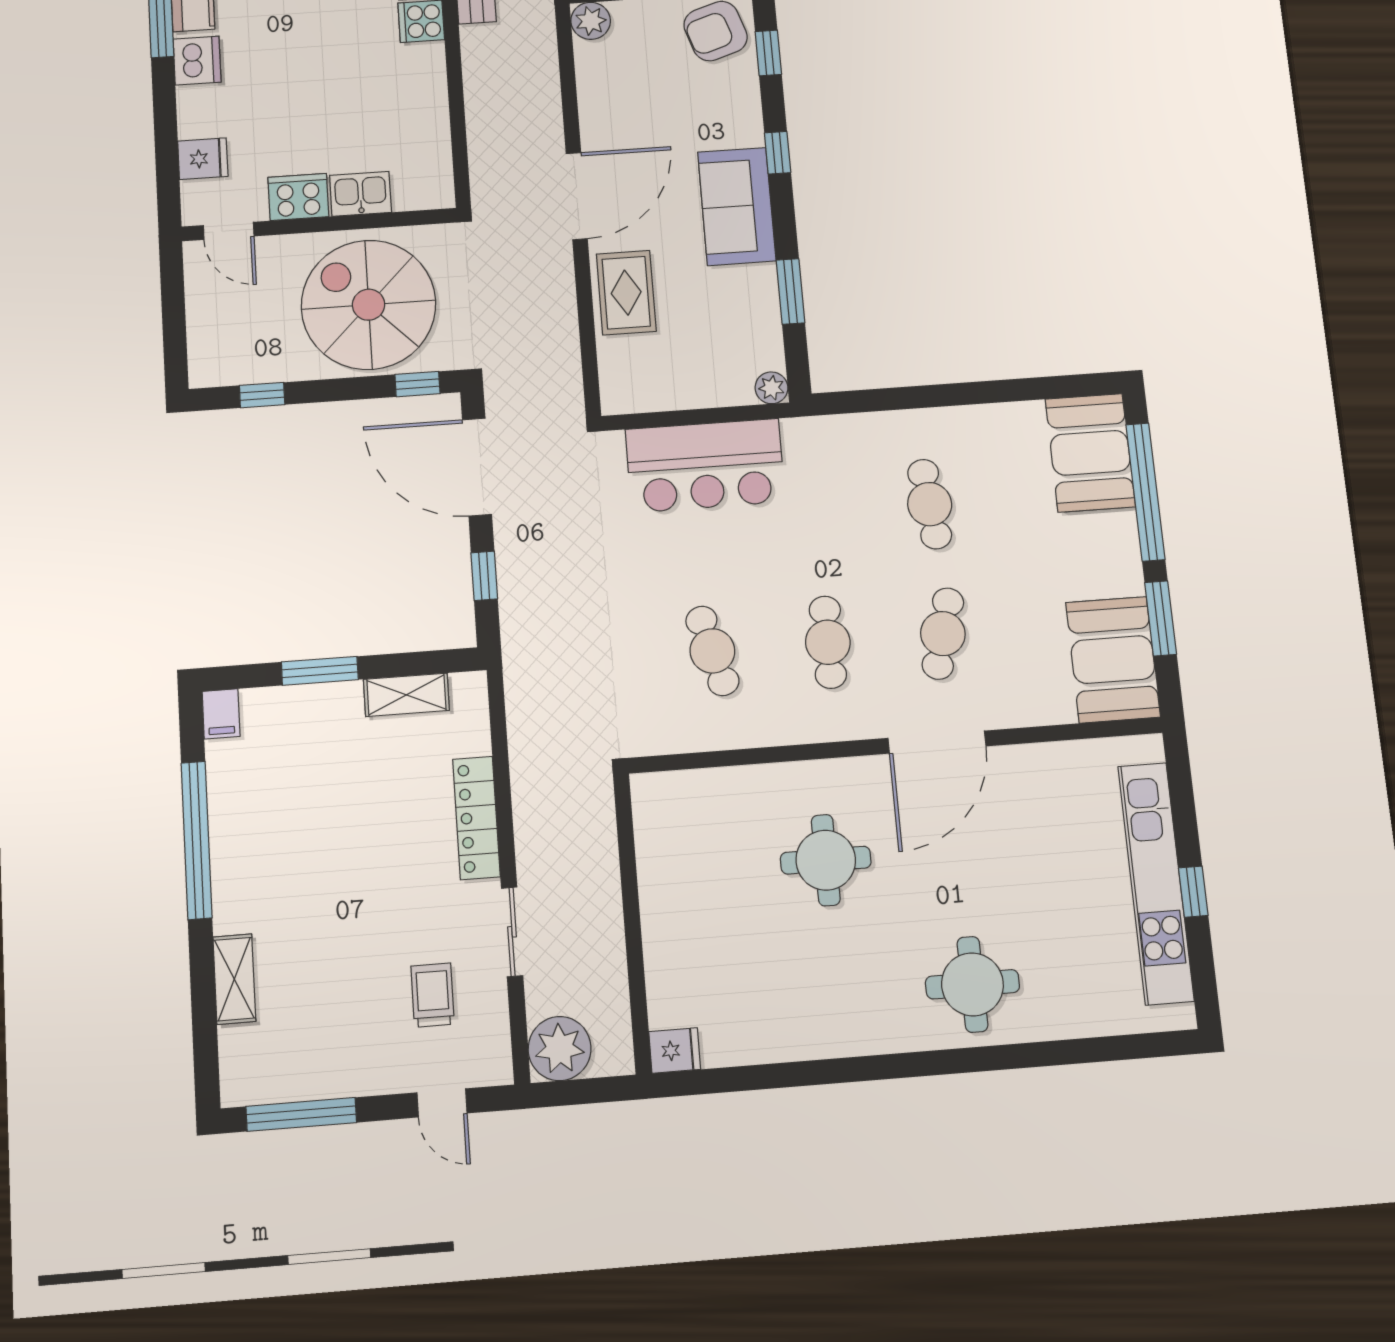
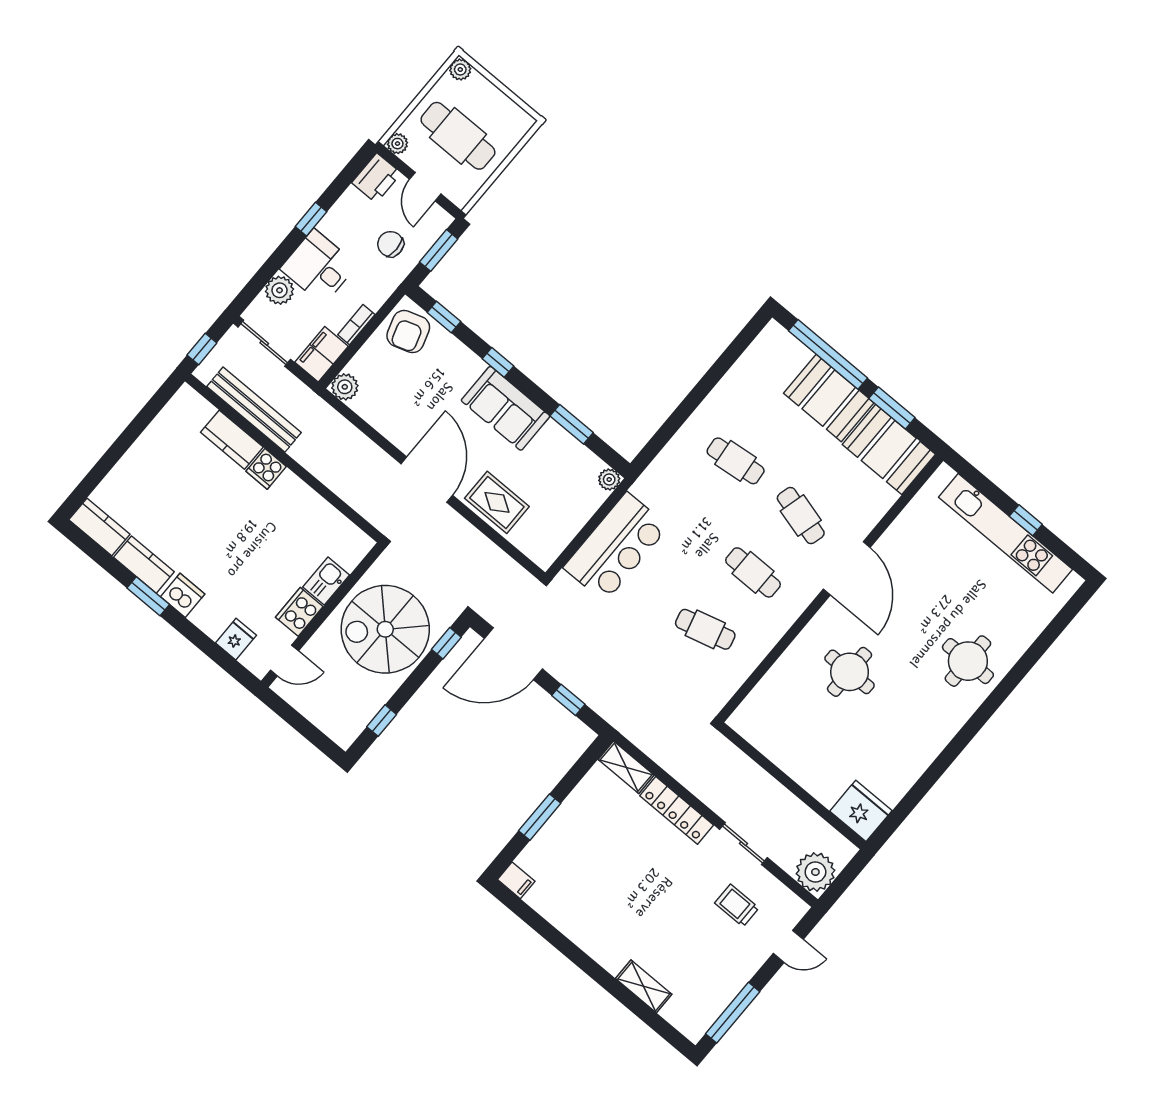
booth: (1090, 453) -> (829, 398), moved
shelving: (406, 695) -> (626, 767), moved, turned 90
window: (197, 840) -> (564, 945), removed
fridge: (675, 1050) -> (861, 811), width x1.88, depth x1.34

